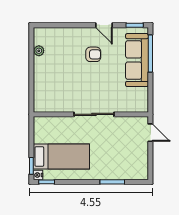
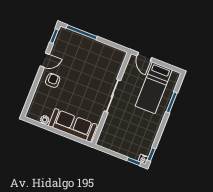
armchair: (93, 54) -> (53, 80), moved
sofa: (137, 60) -> (73, 125), moved, turned 180
door: (150, 133) -> (144, 57), swing flipped
bed: (61, 156) -> (154, 88), moved, turned 180

